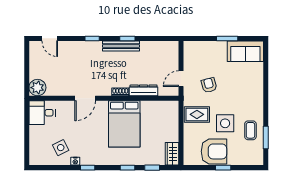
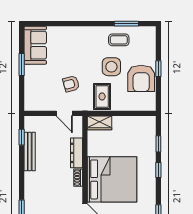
window: (127, 38) -> (22, 137), moved
bench: (121, 46) -> (30, 151), moved
bed: (124, 124) -> (112, 179), width x1.36
armchair: (214, 151) -> (141, 78), turned 180
wardrobe: (172, 154) -> (99, 123), moved

